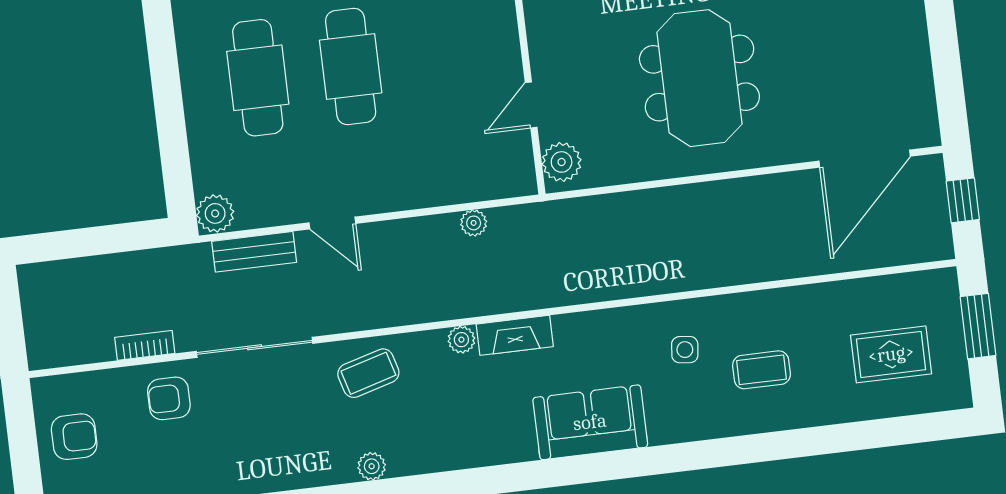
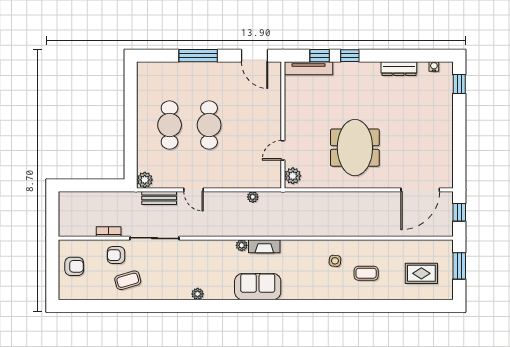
coffee table: (368, 373) -> (128, 280), moved
sofa: (590, 422) -> (258, 287), moved

